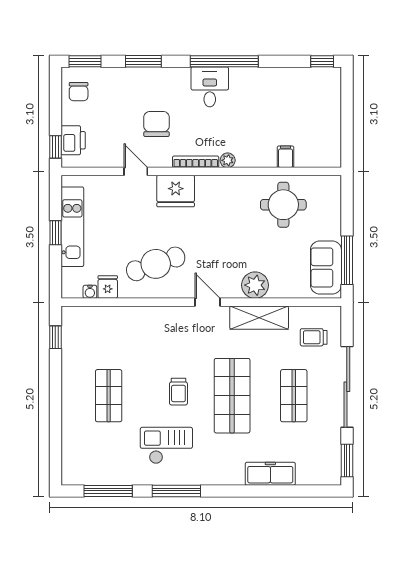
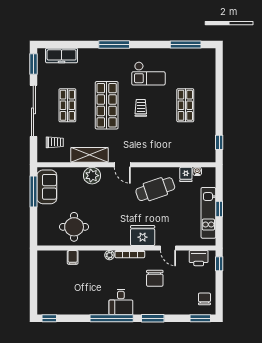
window: (143, 61) -> (153, 318), moved
printer: (73, 140) -> (199, 258), moved, turned -90
freezer: (270, 474) -> (62, 56), moved
window: (176, 491) -> (114, 45), moved

